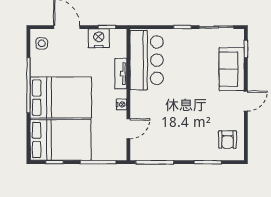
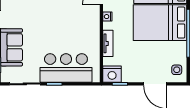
nightstand: (99, 38) -> (112, 74), moved
bar counter: (147, 60) -> (66, 68), moved, turned 90

